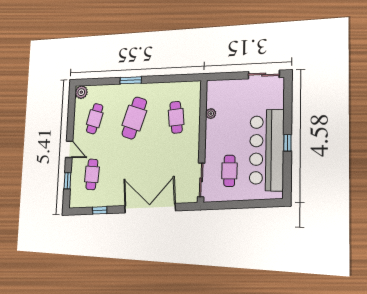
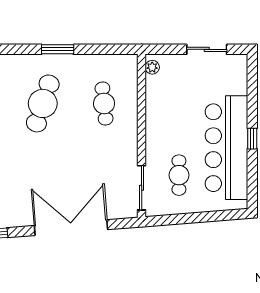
sliding door: (264, 75) -> (207, 49), moved
window: (131, 80) -> (58, 49), moved
plant: (211, 114) -> (152, 67), moved

